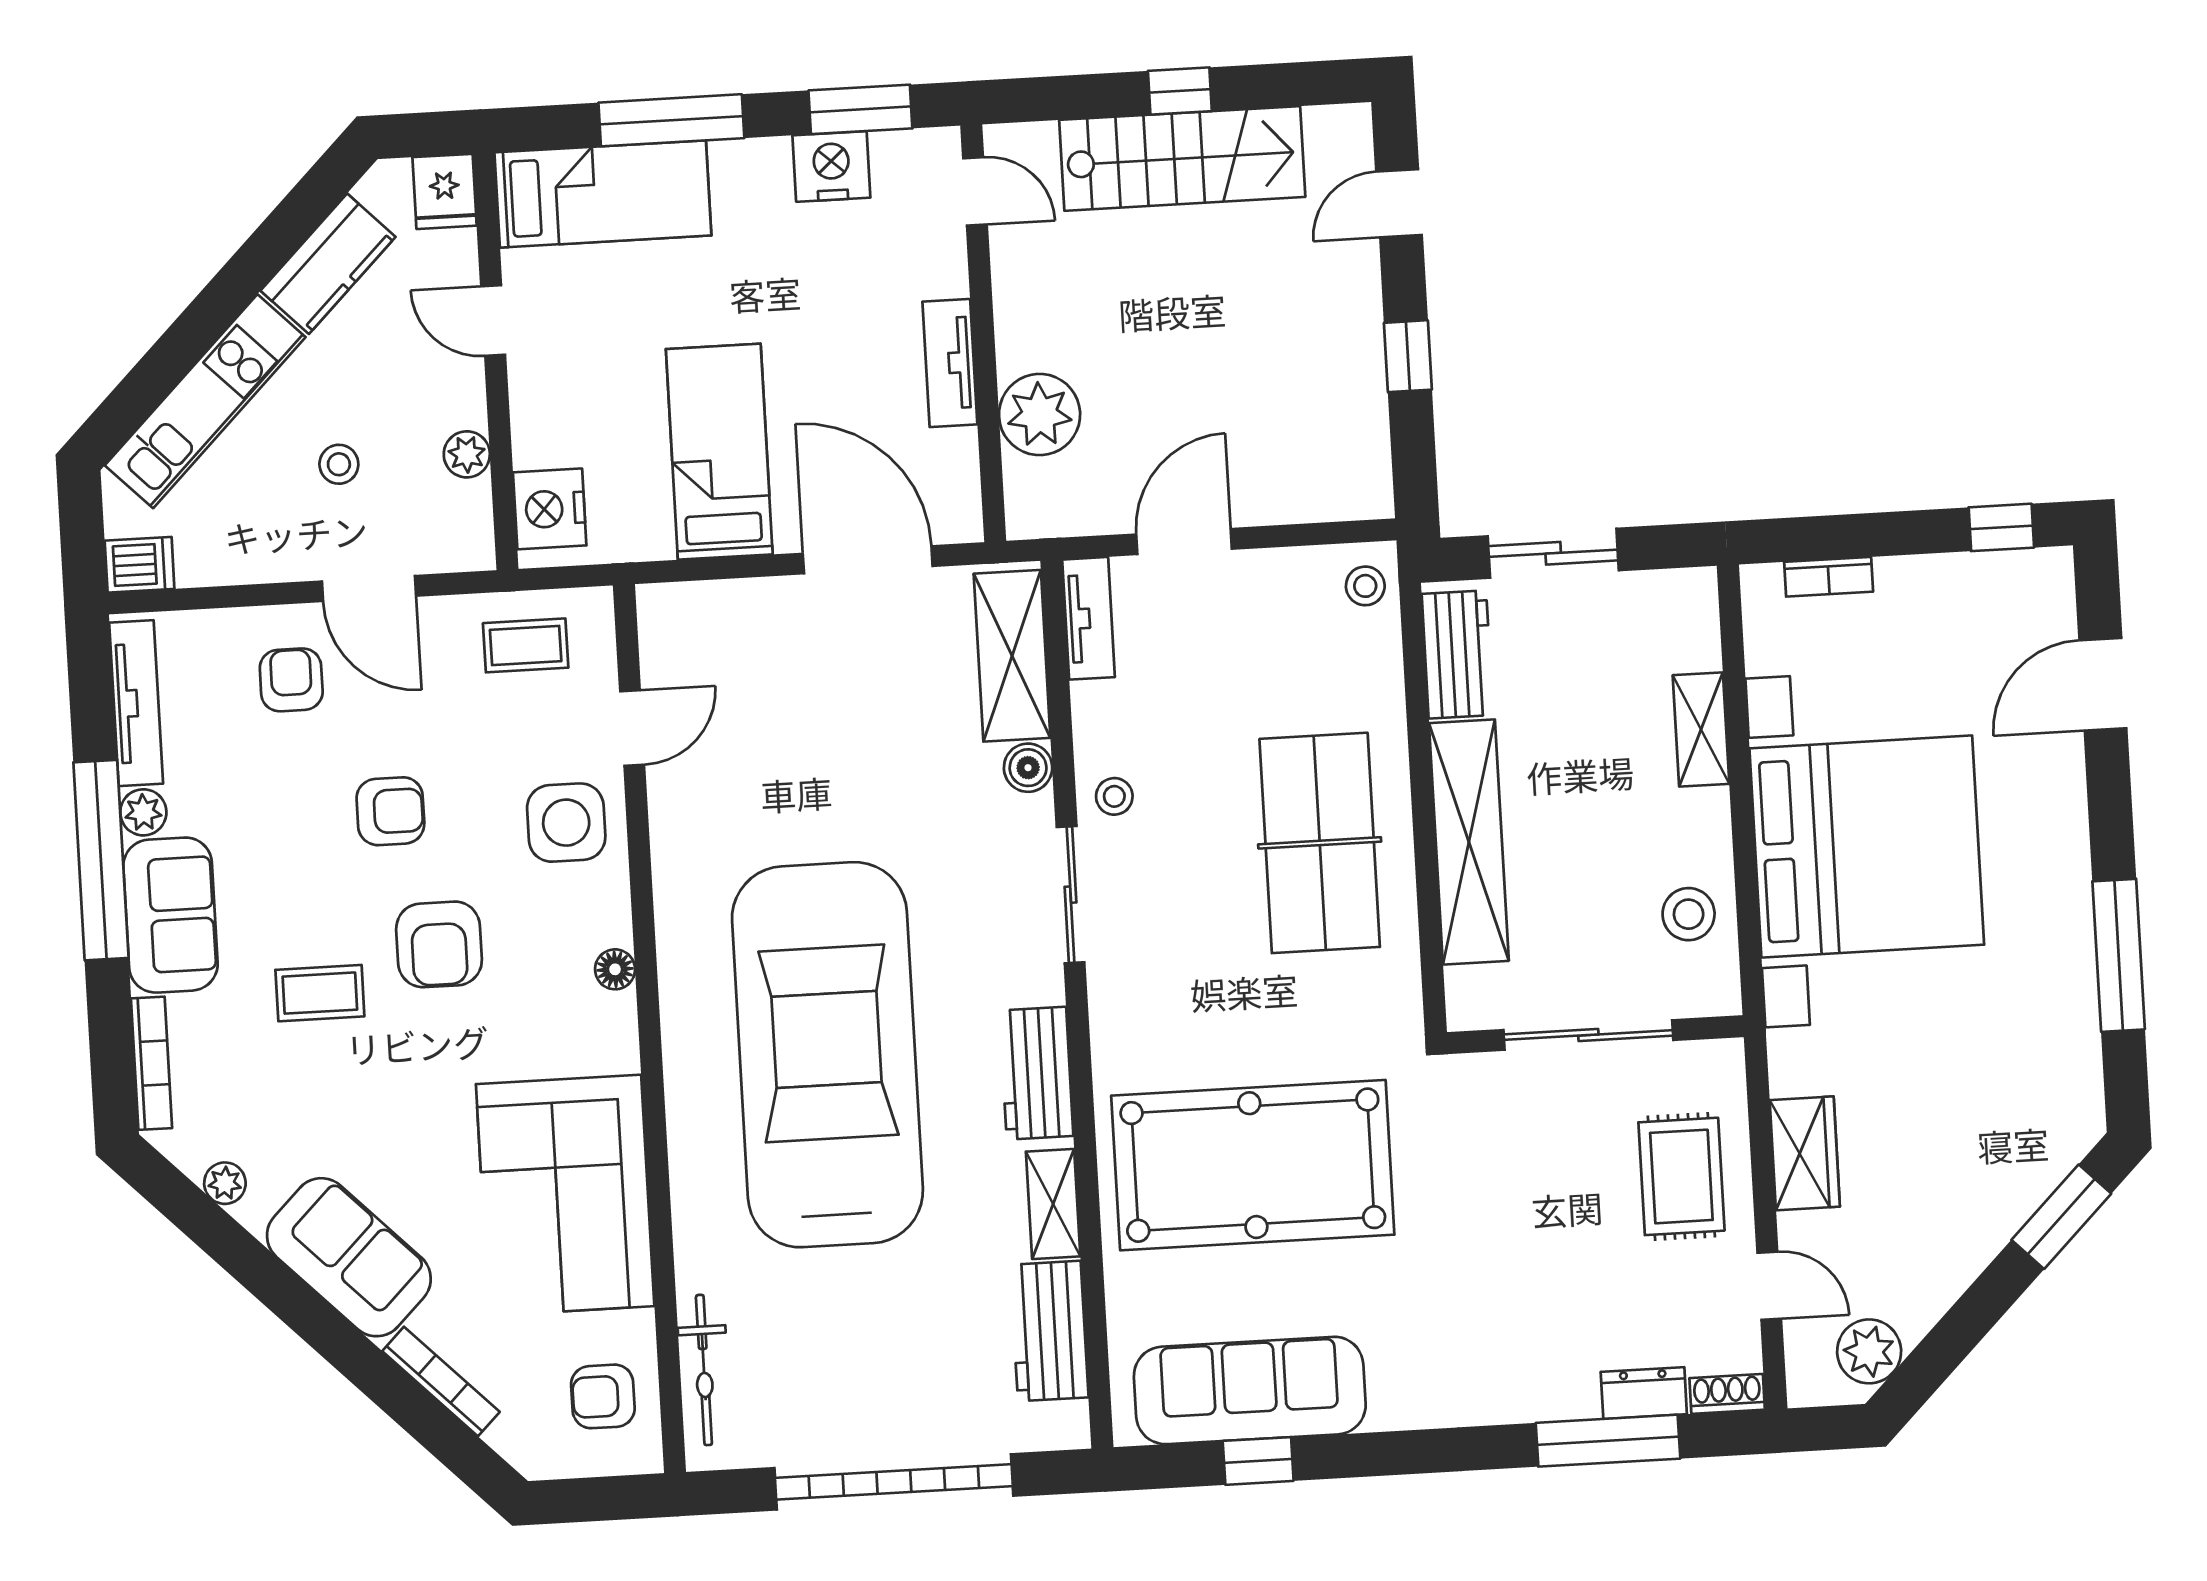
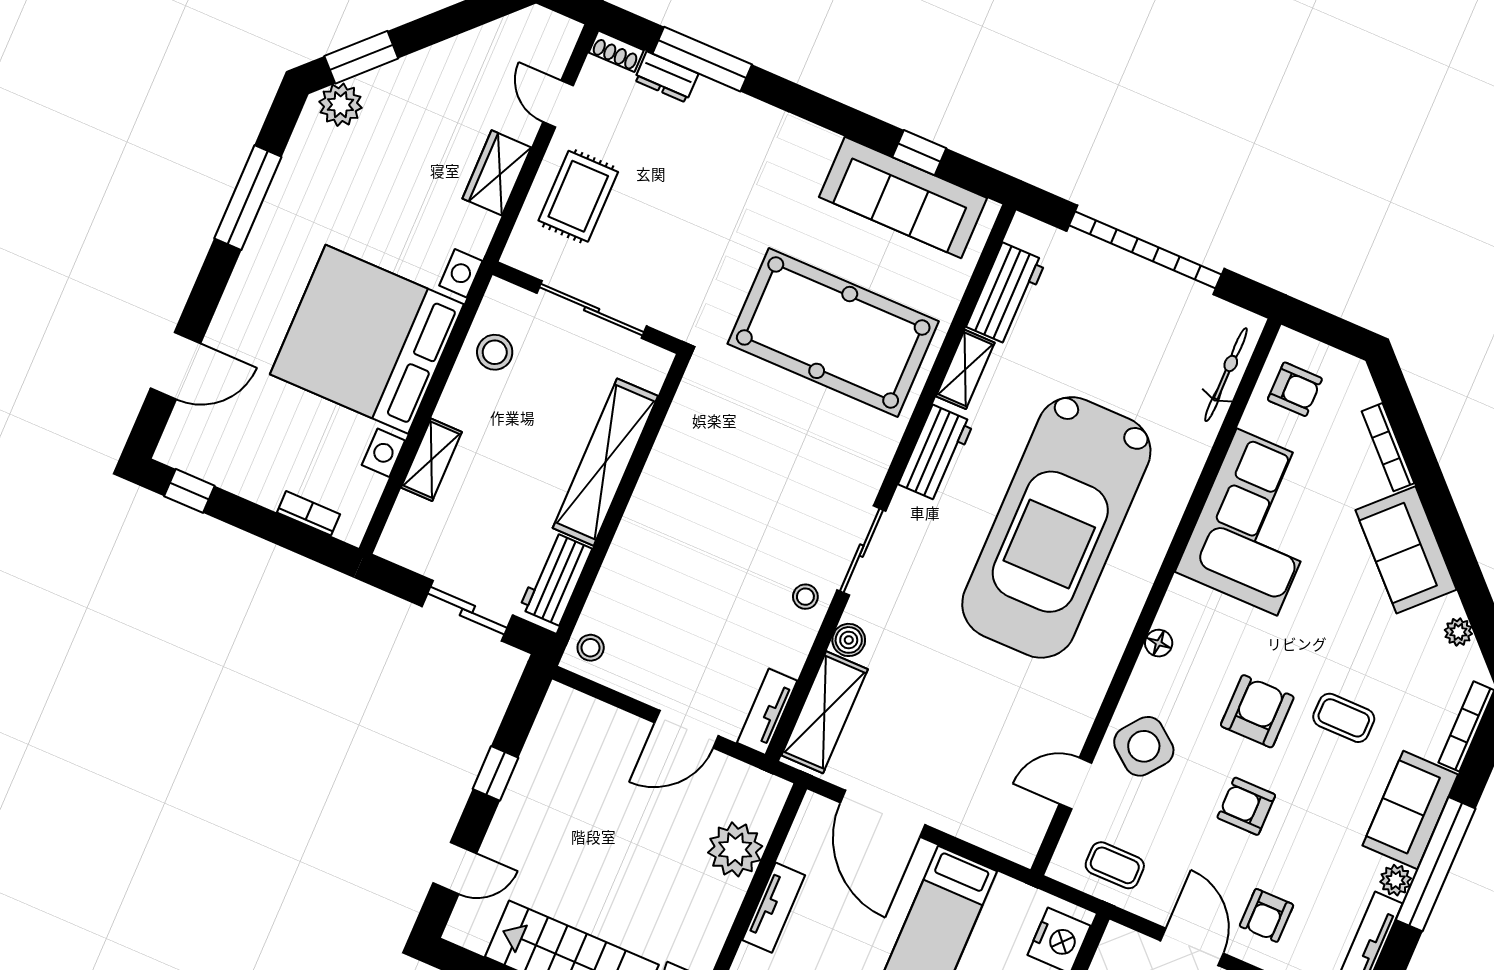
side table: (566, 823) -> (1144, 746), turned 38
table tennis table: (1320, 843) -> (696, 507), removed
plant: (1869, 1351) -> (341, 105), moved

